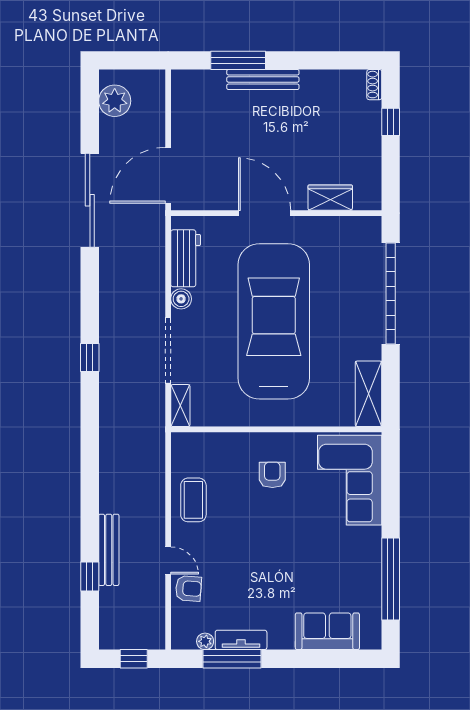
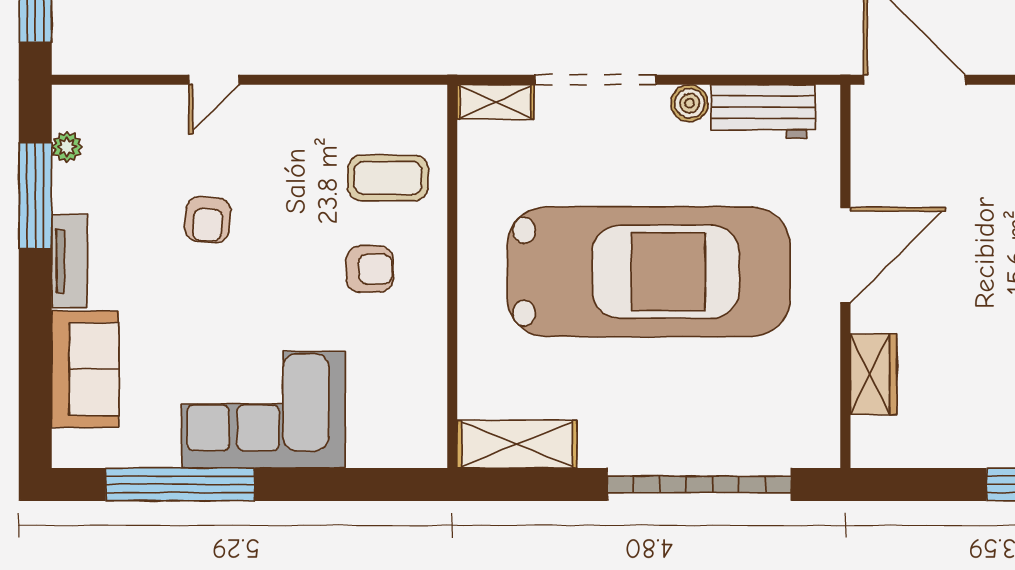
corner sofa: (350, 480) -> (263, 410), moved
coffee table: (193, 500) -> (388, 178), moved
armchair: (188, 588) -> (208, 220), moved
tv unit: (241, 640) -> (69, 261), moved

